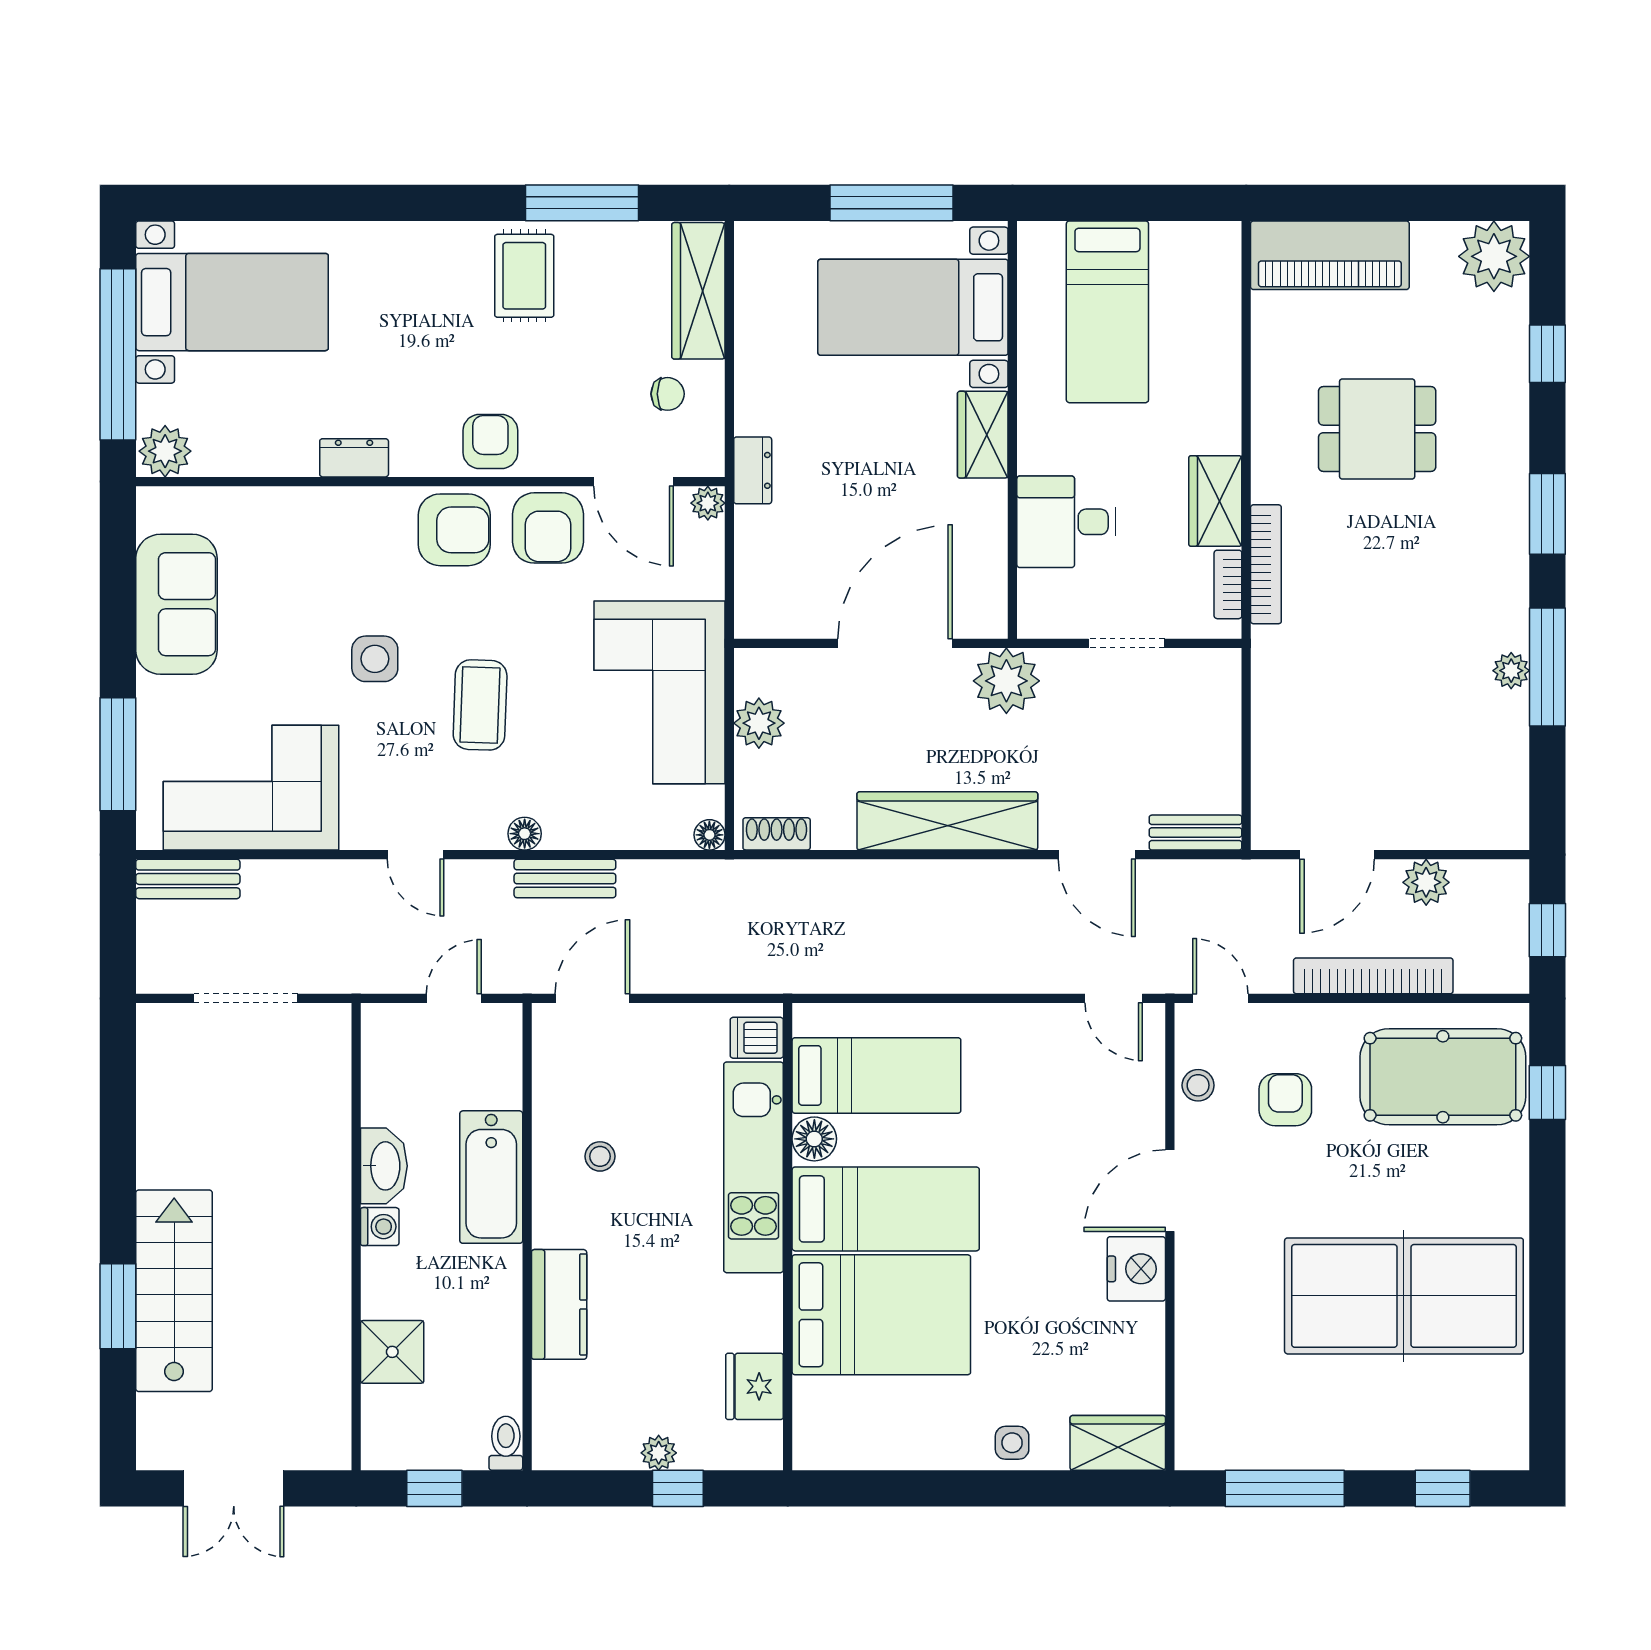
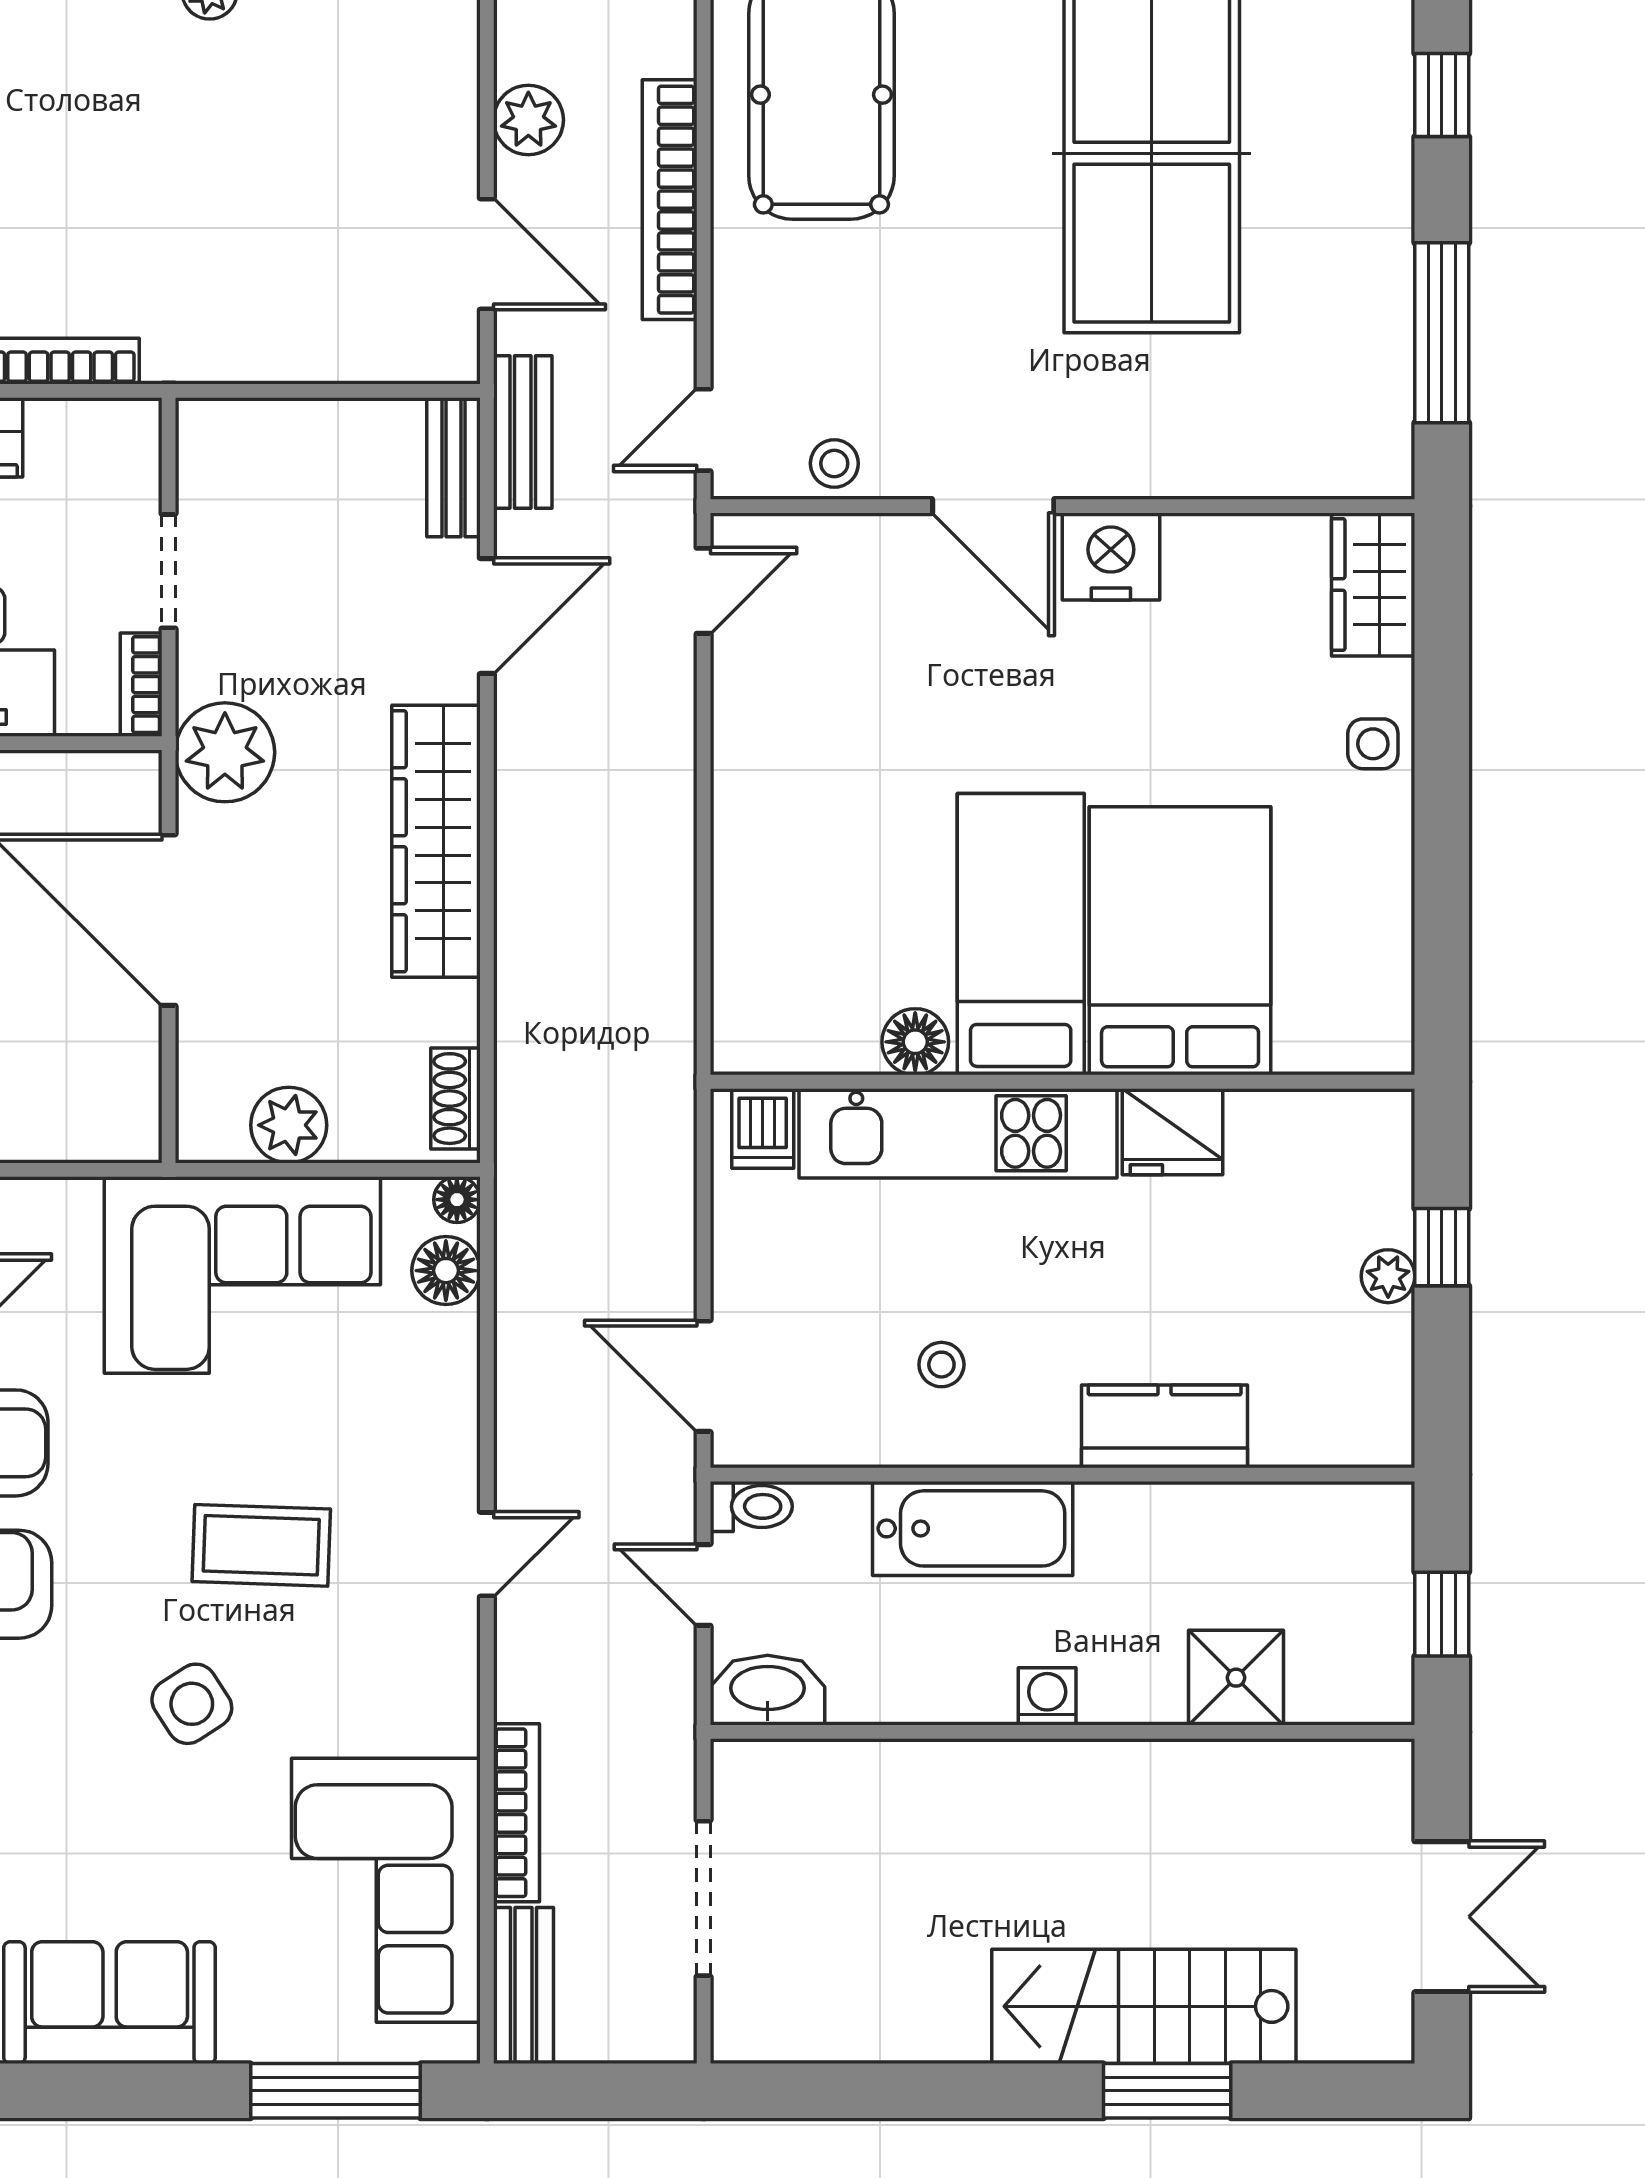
bookcase: (1228, 584) -> (141, 685), moved, turned 90
side table: (375, 659) -> (192, 1704), turned -33
floor lamp: (525, 834) -> (446, 1271), moved, width x1.37, depth x1.37
door: (416, 855) -> (487, 1554), moved
bookcase: (303, 874) -> (516, 1813), added
bench: (565, 878) -> (523, 432), moved
bed: (876, 1075) -> (819, 948), removed
armchair: (1285, 1100) -> (856, 332), removed
washbasin: (384, 1166) -> (768, 1690), moved
fridge: (755, 1386) -> (1172, 1132), moved
toilet: (506, 1443) -> (751, 1506), moved, turned 180

